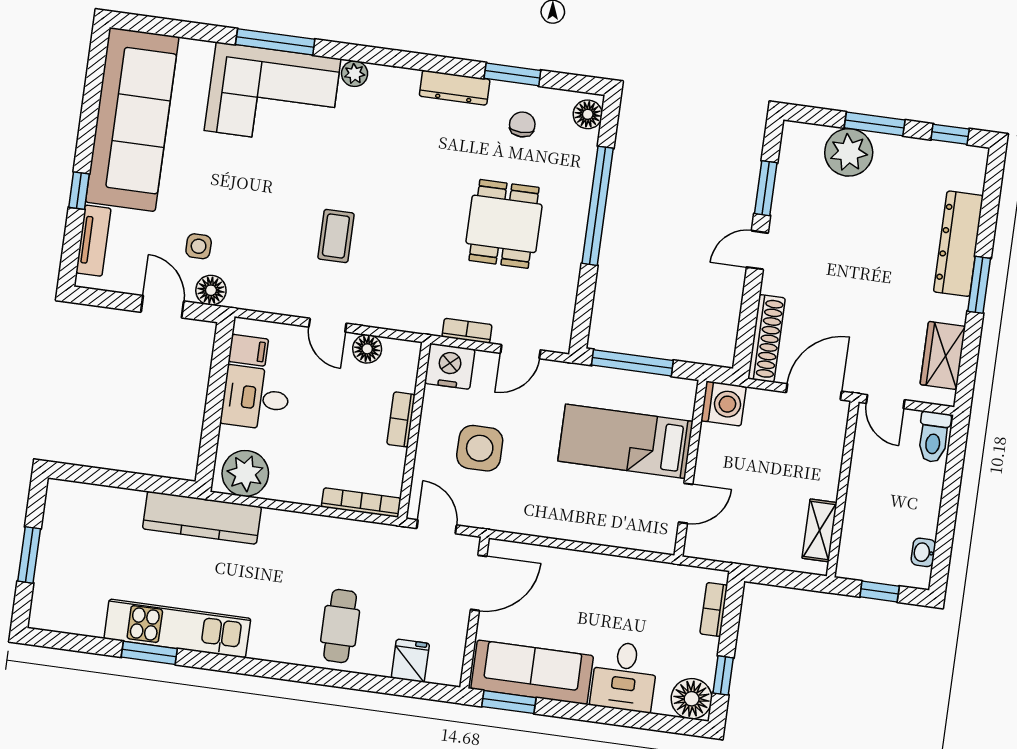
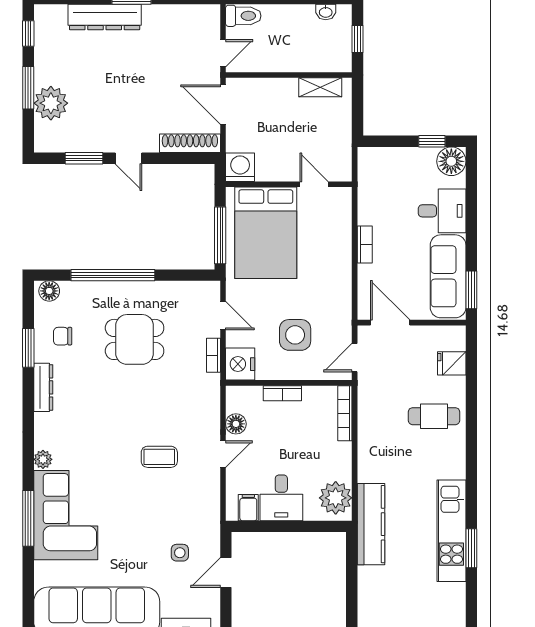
floor lamp: (211, 290) -> (210, 540), removed
wardrobe: (943, 355) -> (185, 17), removed
bed: (625, 441) -> (266, 233), width x1.50
bookcase: (714, 609) -> (365, 245), moved, turned -90

